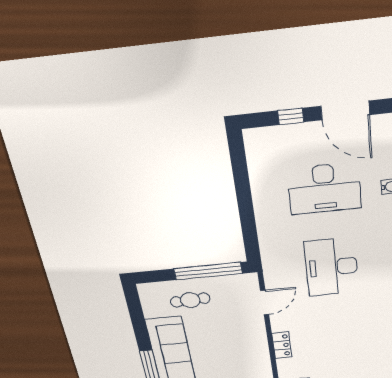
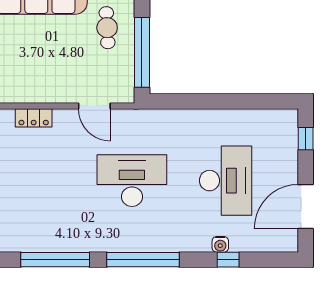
window: (291, 116) -> (306, 139), moved
desk: (324, 189) -> (226, 181), turned 180

